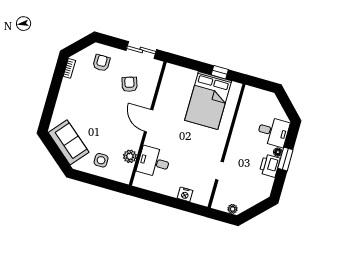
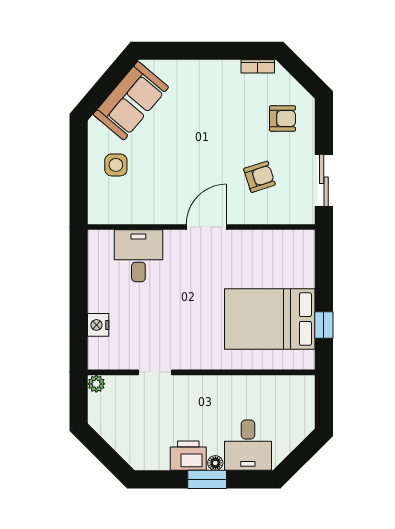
plant: (130, 156) -> (137, 212), removed
plant: (233, 209) -> (96, 384), moved

